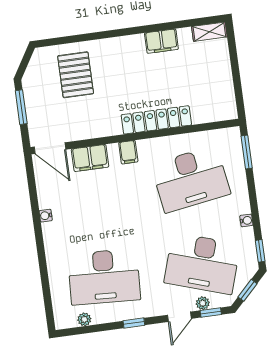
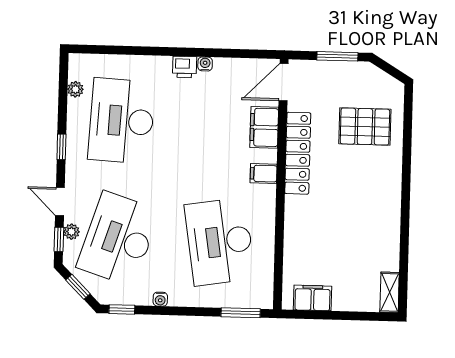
filing cabinet: (161, 41) -> (313, 298), moved, turned 90
locker: (156, 120) -> (298, 153), moved
printer: (51, 232) -> (184, 67), added

